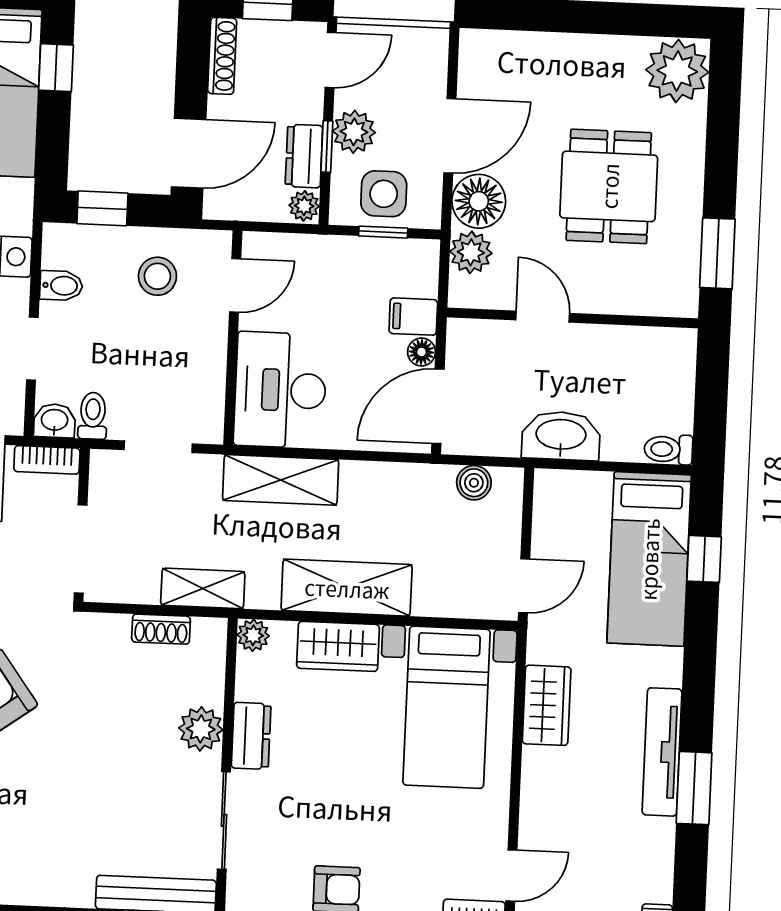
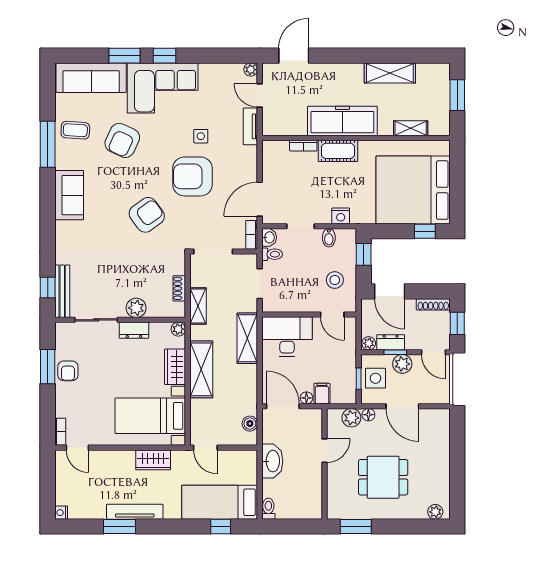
plant: (677, 71) -> (435, 512), width x0.53, depth x0.53
floor lamp: (479, 201) -> (368, 415), width x0.53, depth x0.53

